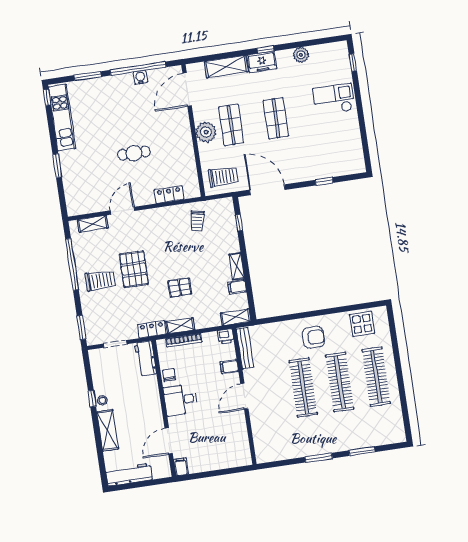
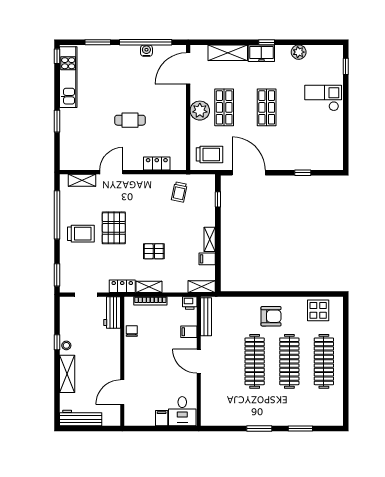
door: (244, 396) -> (199, 361), hinge flipped
desk: (180, 400) -> (182, 411), moved, turned -90
filing cabinet: (181, 467) -> (162, 418), moved

